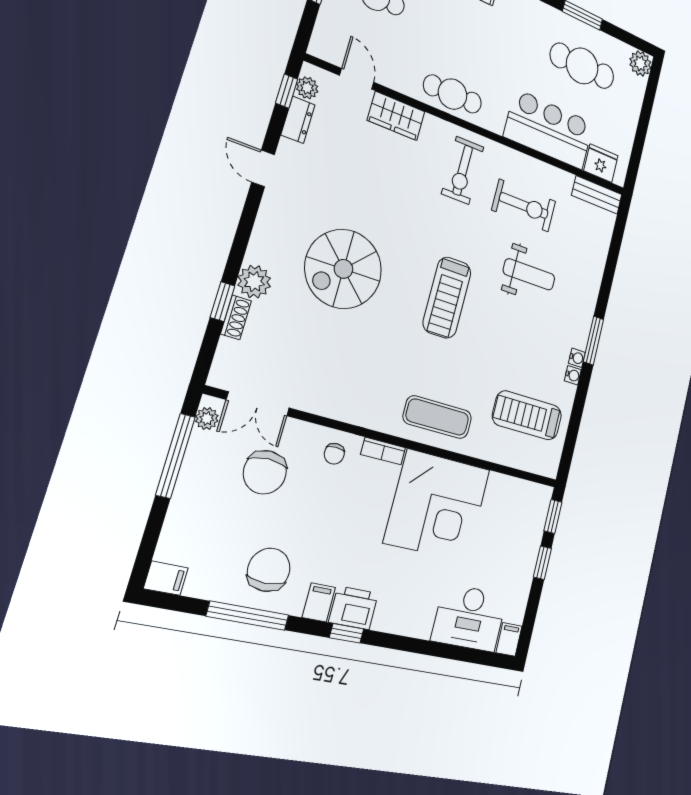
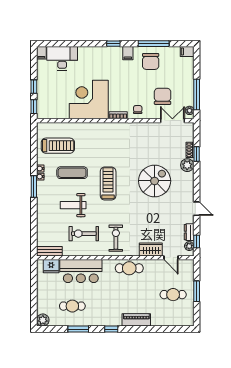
cafe table: (582, 66) -> (72, 306), width x0.73, depth x0.74
exercise mat: (437, 417) -> (72, 173), moved
printer: (354, 608) -> (113, 54), removed

